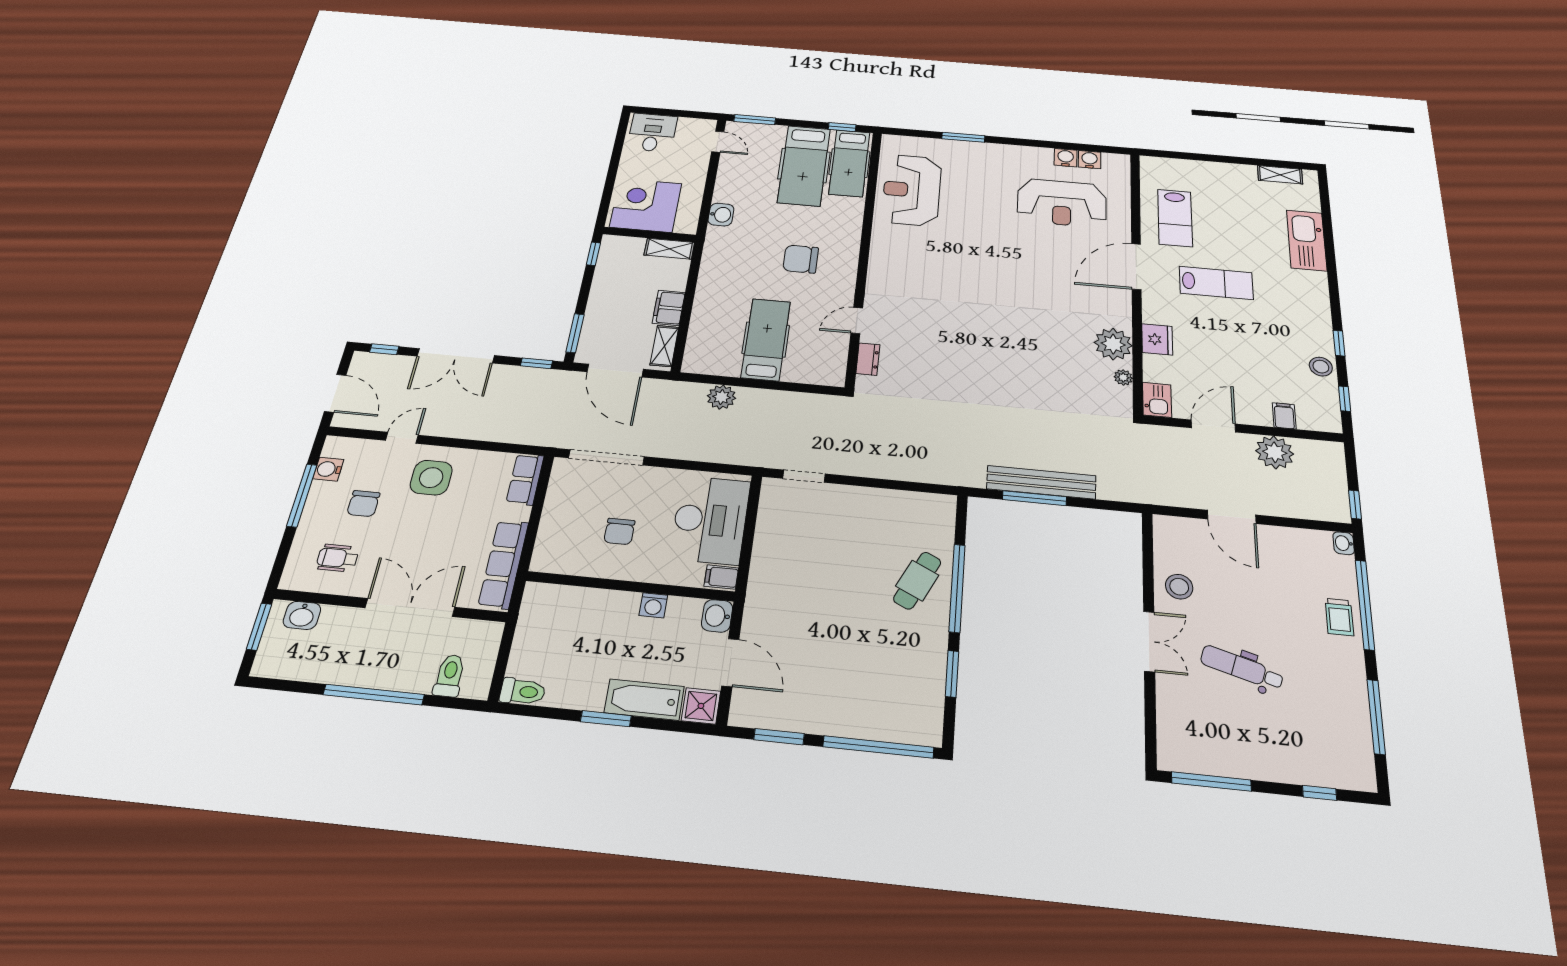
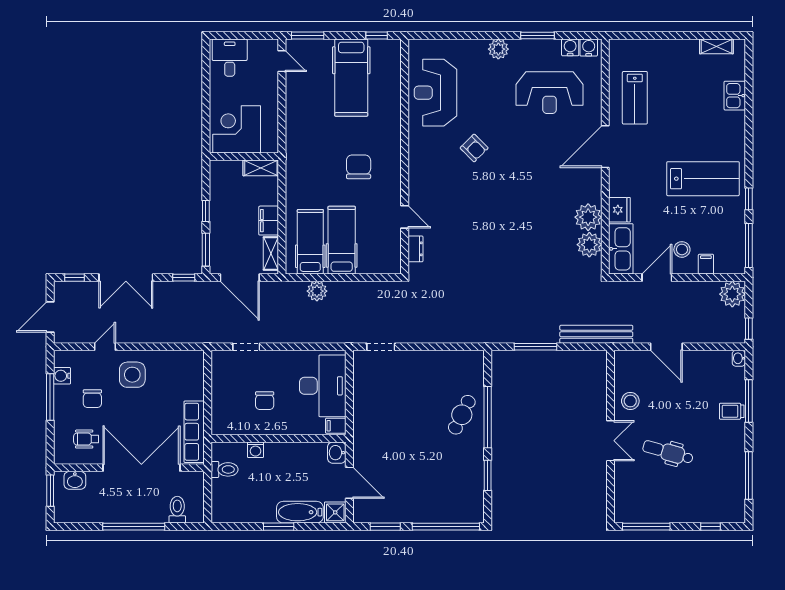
window: (963, 137) -> (538, 35), moved
plant: (997, 153) -> (498, 49), added
water cooler: (1066, 158) -> (589, 48), moved
hospital bed: (849, 163) -> (310, 242), moved, turned 180
washbasin: (721, 215) -> (294, 132), removed
kitchen sink: (1307, 240) -> (735, 96), width x0.53, depth x0.81
armchair: (958, 252) -> (474, 148), added
window: (593, 254) -> (206, 211), moved
chair: (801, 259) -> (359, 167), turned 90
lab bench: (1216, 283) -> (703, 179), moved, width x1.36, depth x1.39
door: (857, 320) -> (405, 217), swing flipped
stool: (1321, 367) -> (682, 249), moved
plant: (1123, 377) -> (589, 245), width x1.87, depth x1.87
door: (335, 393) -> (50, 317), swing flipped
window: (1345, 399) -> (749, 246), width x2.17
kitchen sink: (1157, 400) -> (621, 249), width x1.87, depth x1.24
plant: (1275, 452) -> (732, 294), moved
doorway: (607, 457) -> (246, 347), width x0.53
row of seats: (525, 479) -> (195, 369), removed
bench: (1041, 482) -> (596, 334), moved
washing machine: (653, 605) -> (255, 450), moved
window: (1365, 605) -> (749, 401), width x0.68
double door: (410, 607) -> (141, 468), width x1.36
trolley: (1339, 617) -> (732, 411), turned 90
toilet: (523, 691) -> (224, 469), moved

